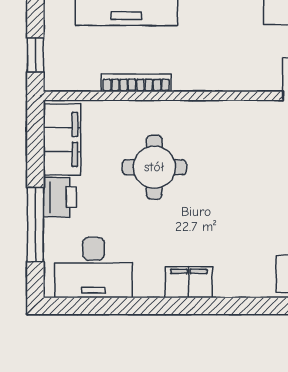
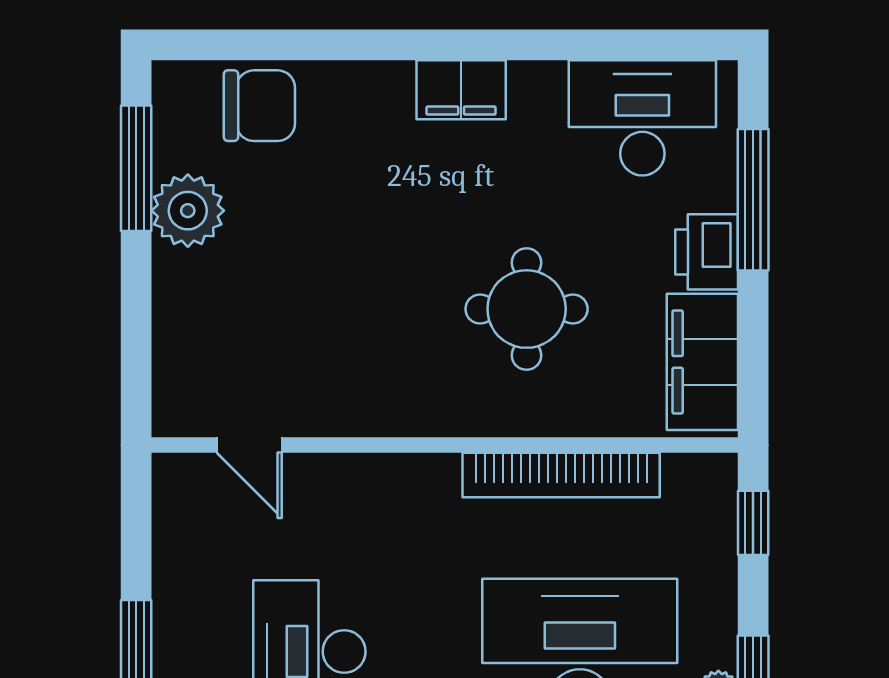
bookcase: (136, 83) -> (561, 475), width x1.48, depth x1.31

